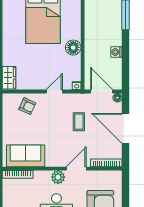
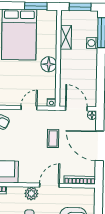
shelving: (90, 20) -> (66, 37), added
washing machine: (116, 52) -> (92, 43), moved

